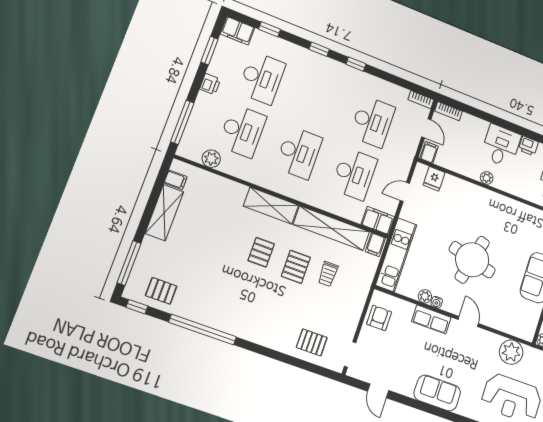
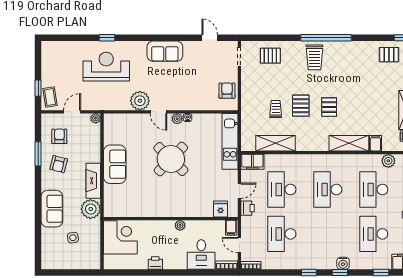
water cooler: (311, 58) -> (343, 263), added
desk: (501, 146) -> (201, 254), moved
printer: (402, 168) -> (248, 208), added
shelving: (271, 206) -> (349, 143), moved
shelving: (331, 228) -> (276, 143), width x0.68
filing cabinet: (375, 245) -> (375, 143), moved
round table: (472, 260) -> (171, 159), turned 30
plant: (425, 296) -> (177, 119), moved
armchair: (379, 318) -> (227, 91), turned 180
row of seats: (431, 319) -> (187, 103), removed
trolley: (258, 321) -> (314, 57), added
window: (203, 330) -> (326, 38), moved
plant: (511, 352) -> (140, 101), moved

